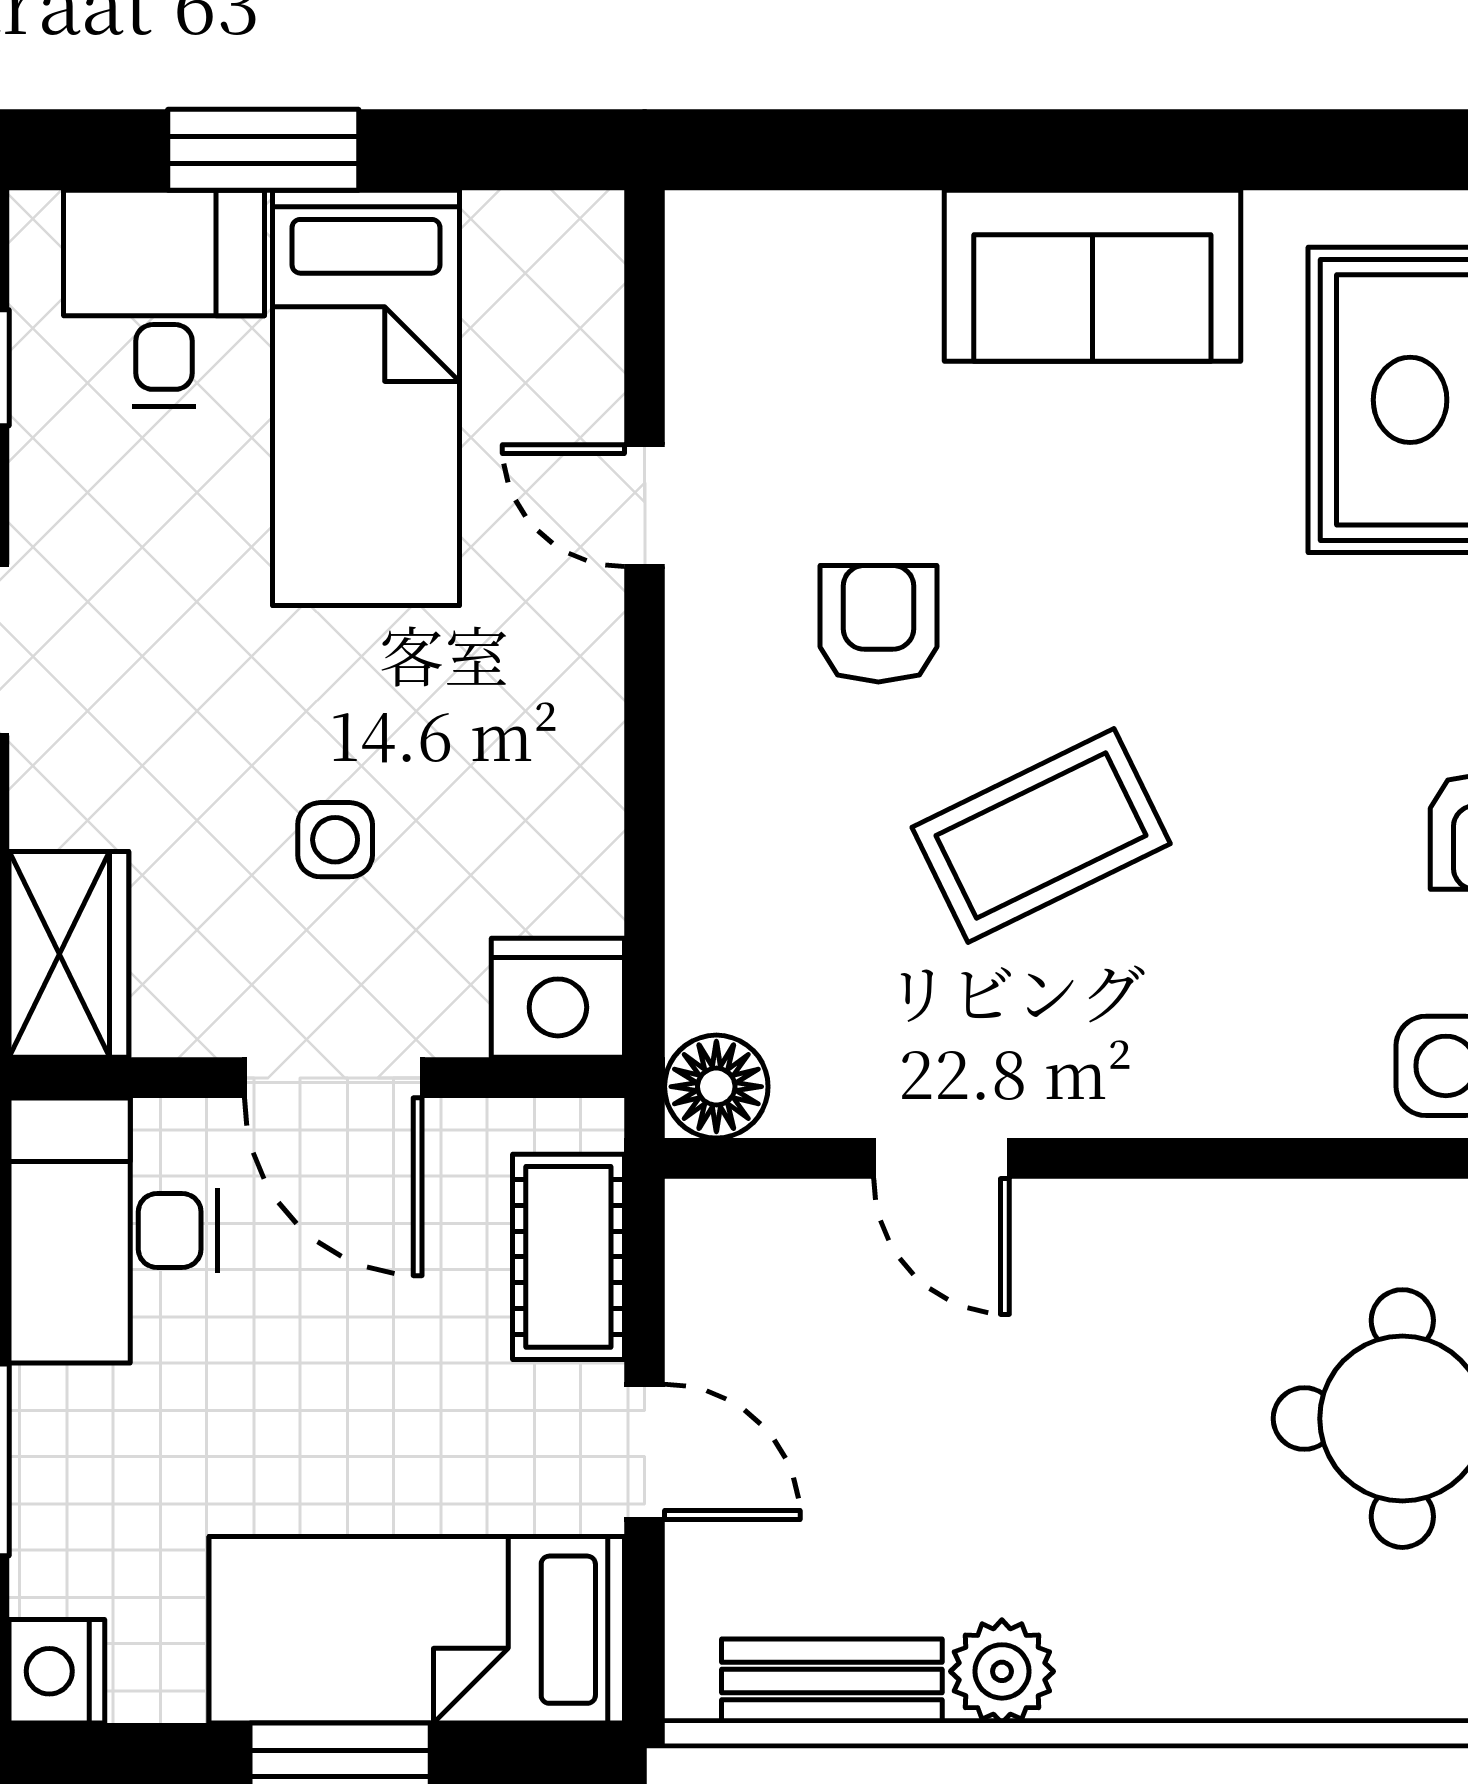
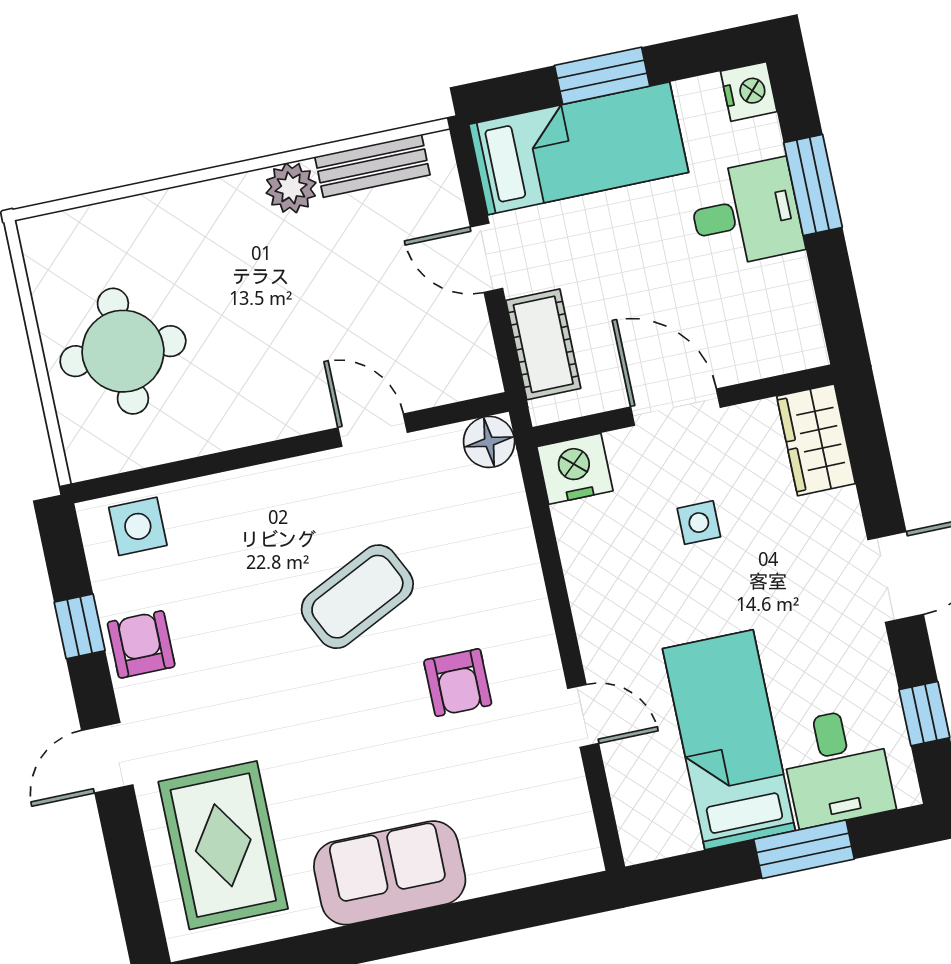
desk: (113, 1230) -> (746, 213), moved, width x0.73

